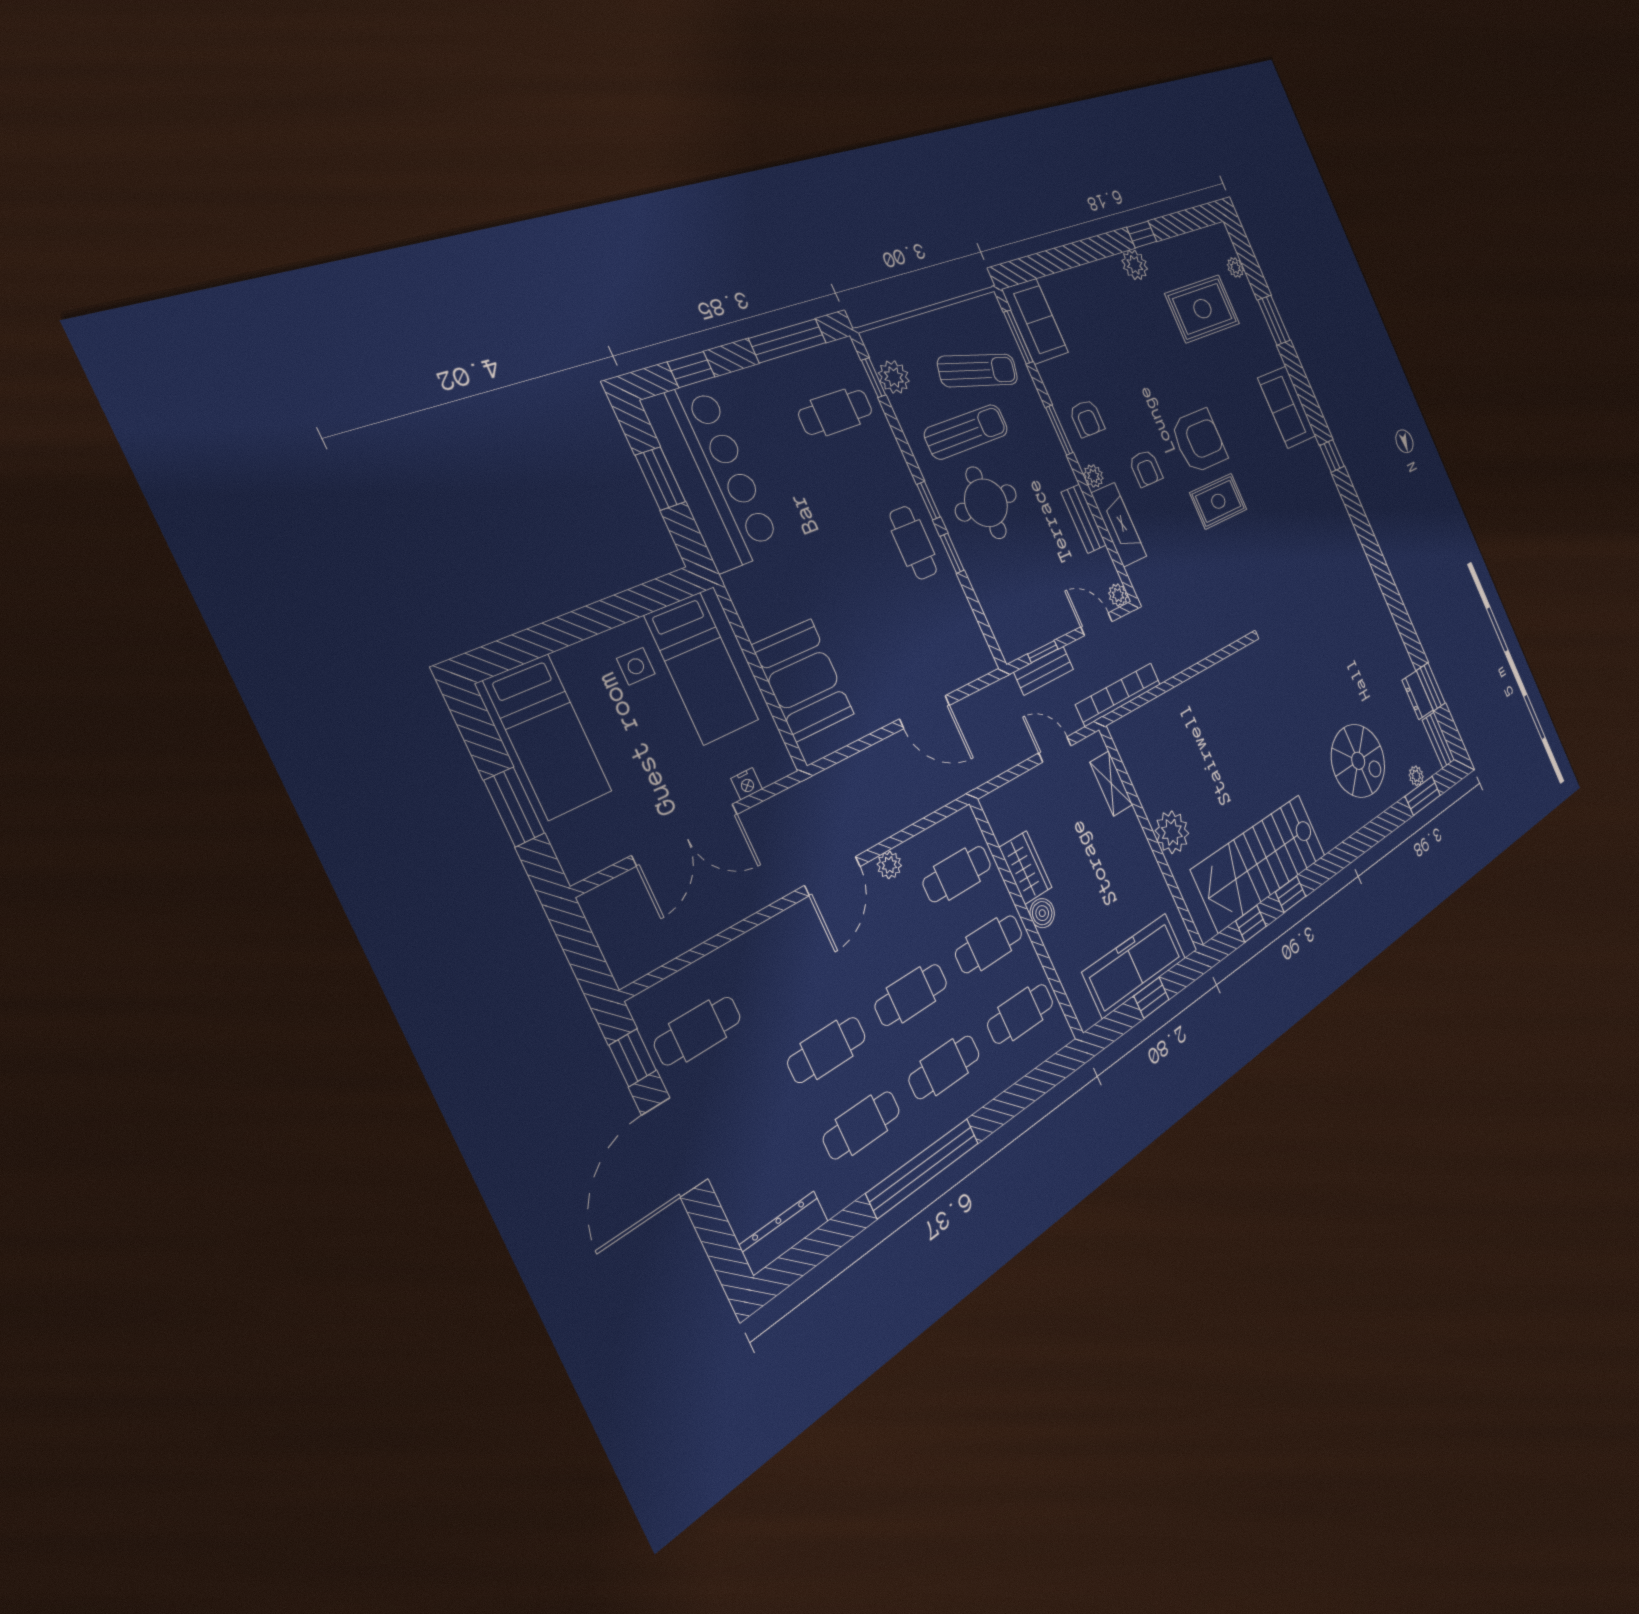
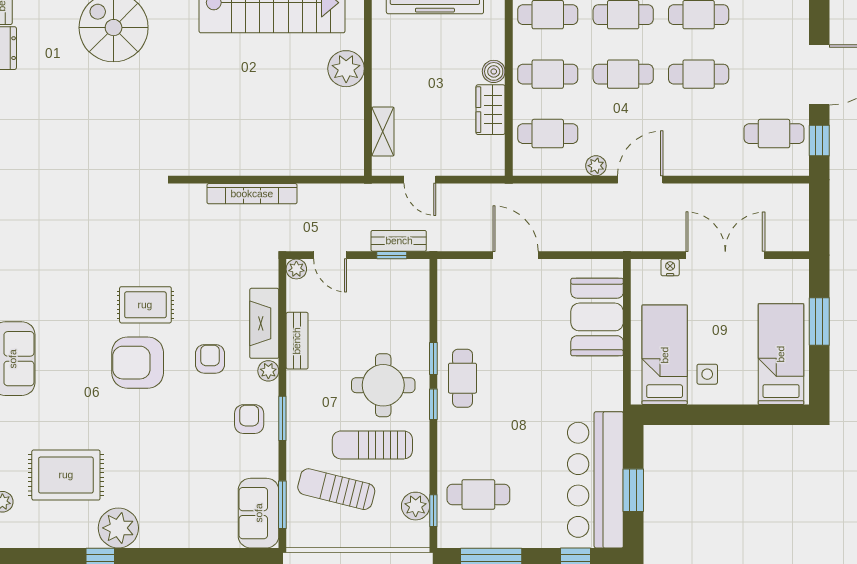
plant: (1135, 265) -> (118, 528), width x1.36, depth x1.36
bookcase: (1119, 694) -> (252, 194), moved

